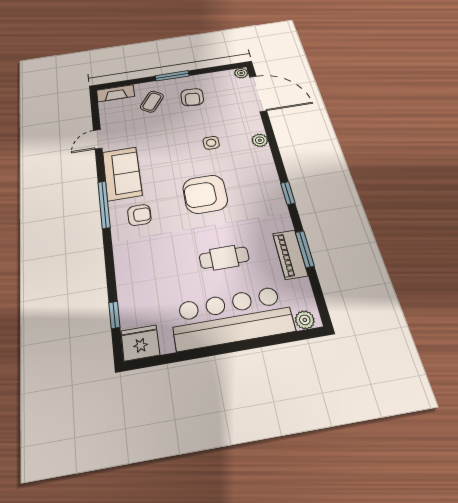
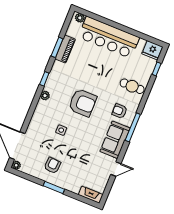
coffee table: (152, 102) -> (75, 176), removed
plant: (260, 140) -> (45, 96), moved
cafe table: (224, 258) -> (132, 86), moved

